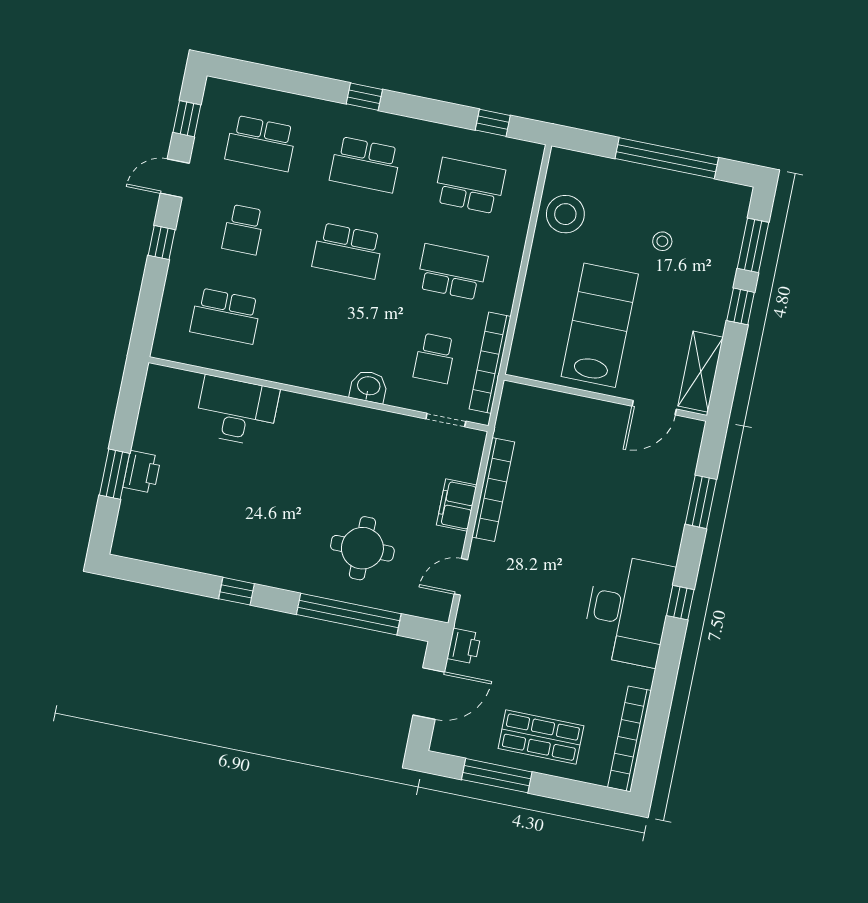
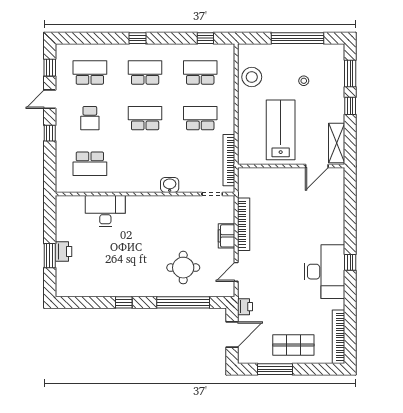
school desk: (261, 143) -> (90, 72), turned 180
school desk: (365, 164) -> (145, 72), turned 180
school desk: (348, 251) -> (145, 118), turned 180
school desk: (435, 358) -> (200, 164), removed
window: (701, 502) -> (350, 209), removed

